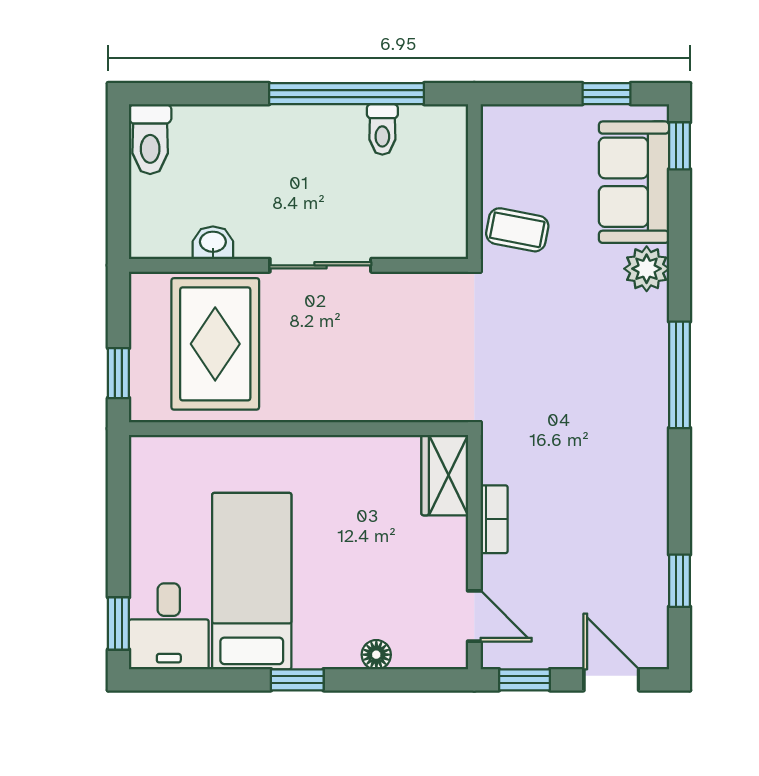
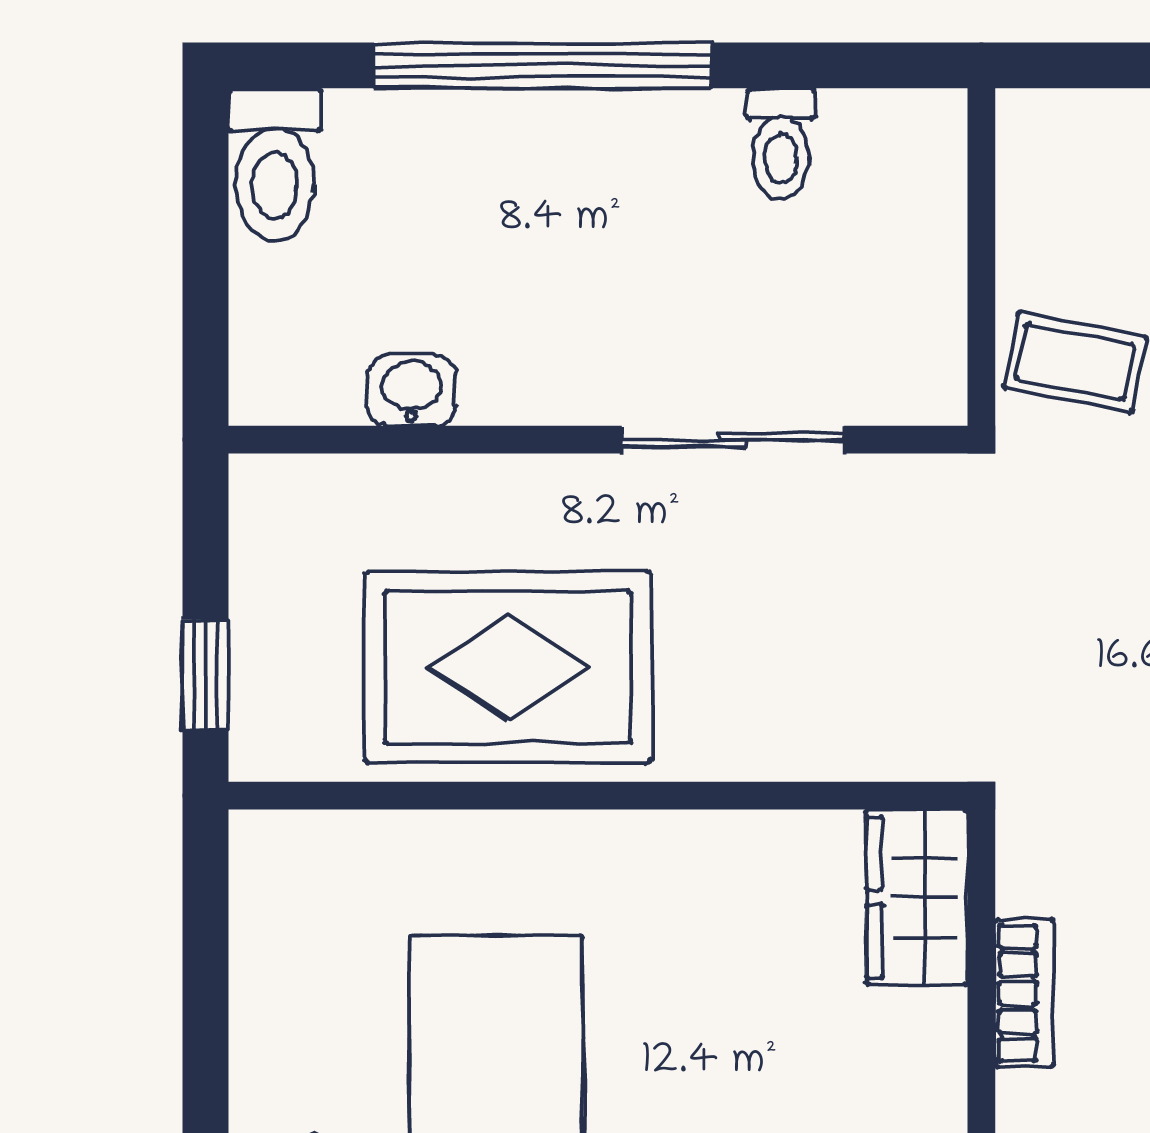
window: (347, 94) -> (543, 65), moved
sliding door: (320, 265) -> (733, 440), moved
rug: (215, 344) -> (508, 667), moved, turned 90

